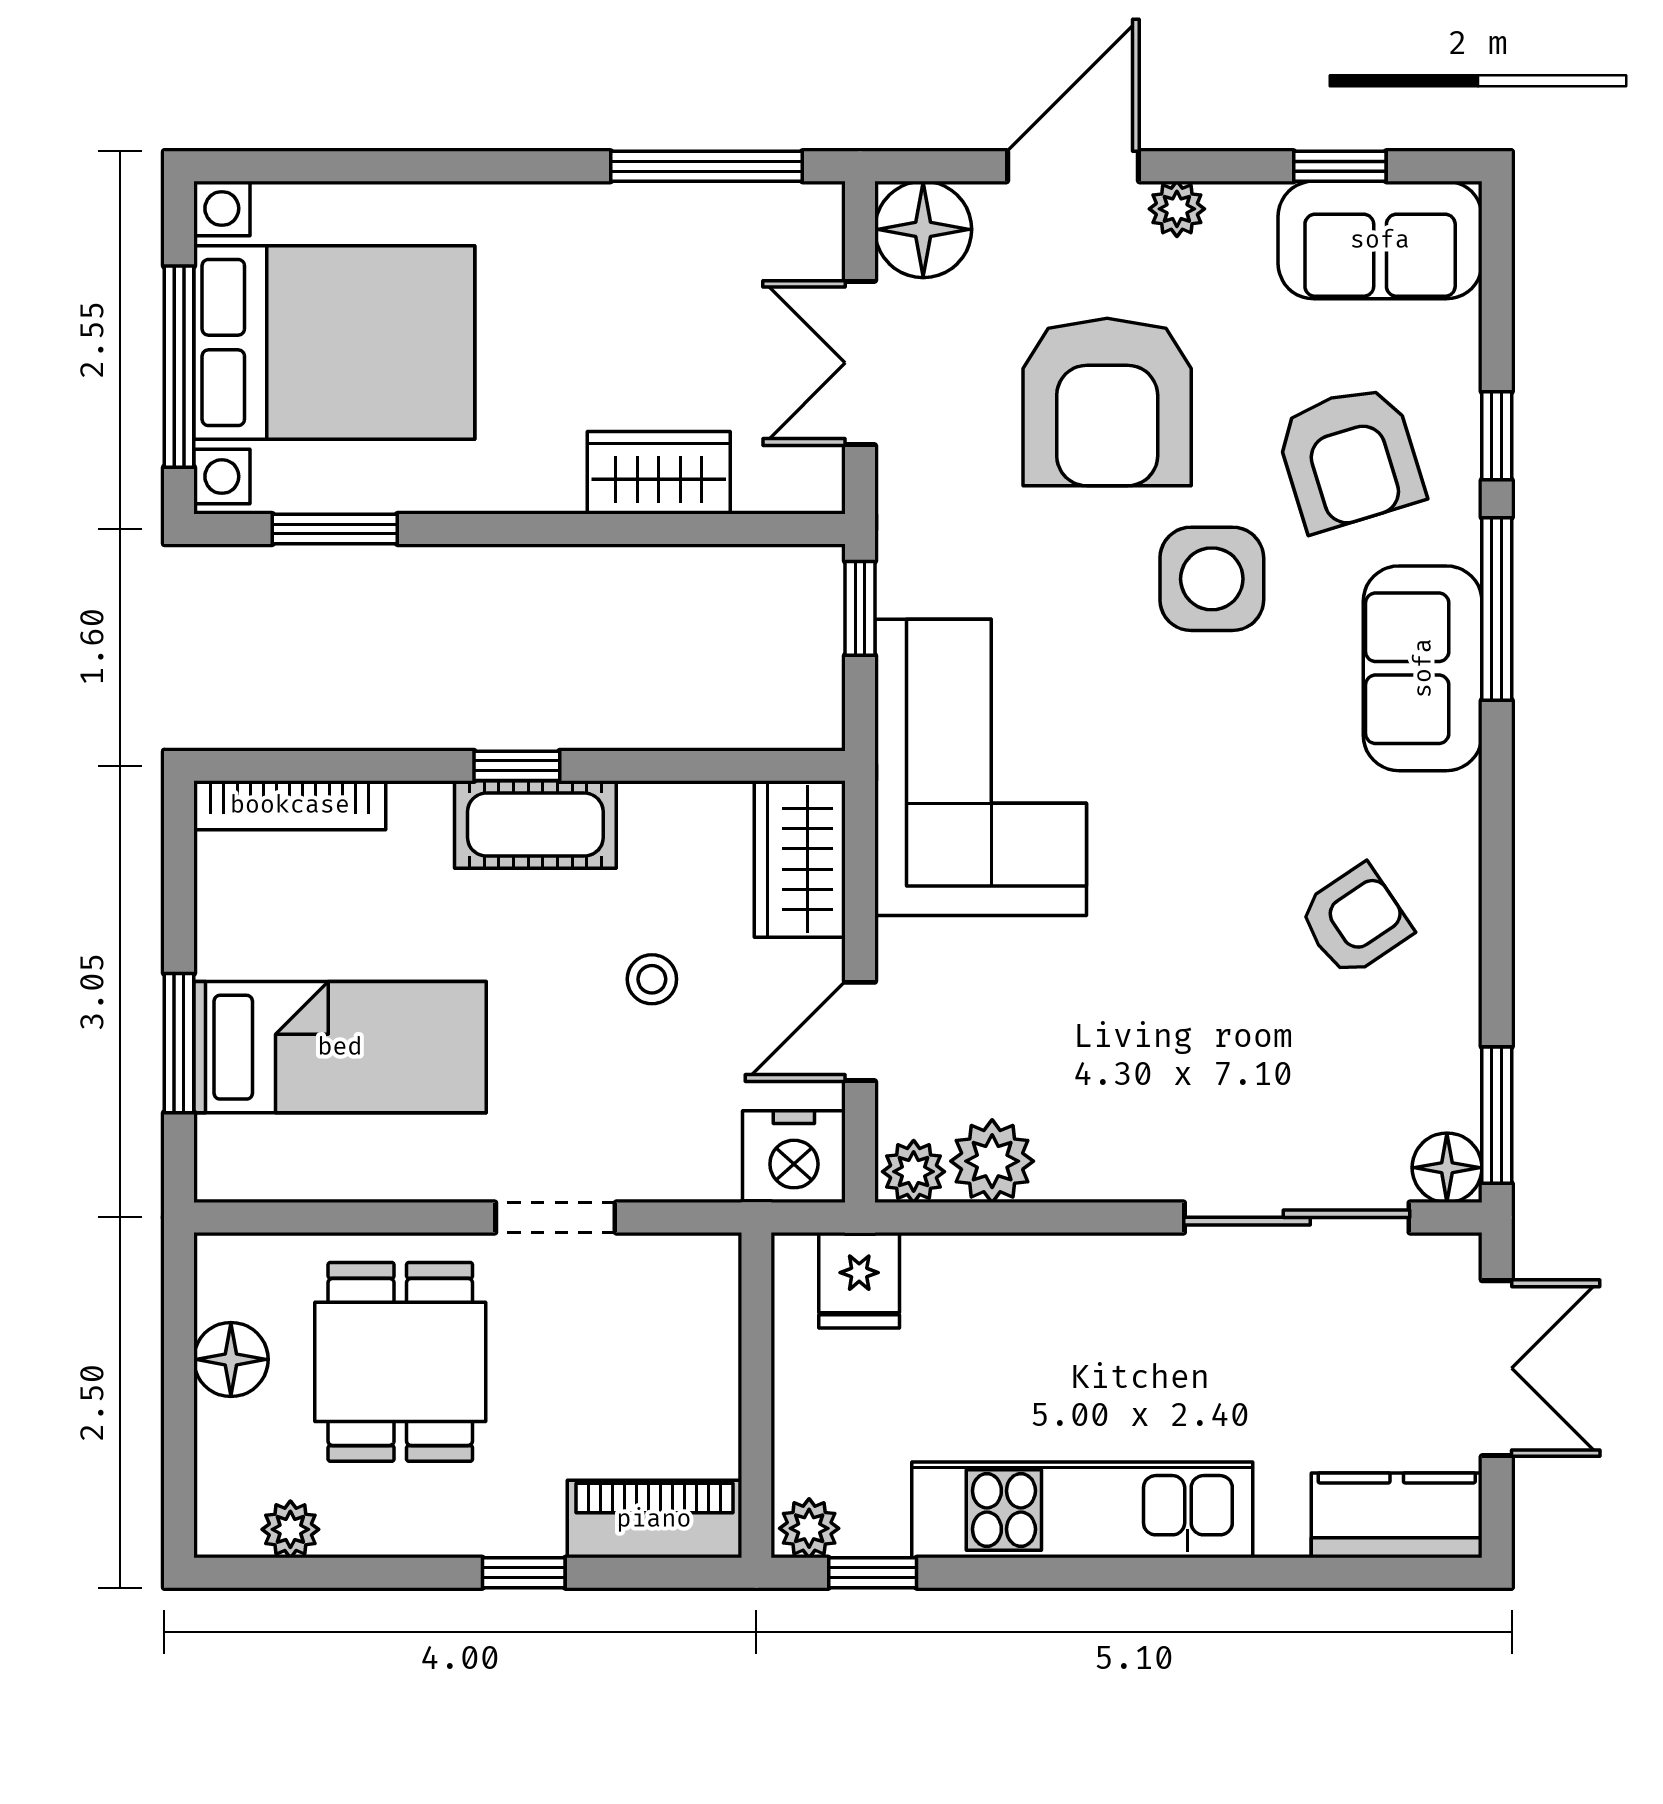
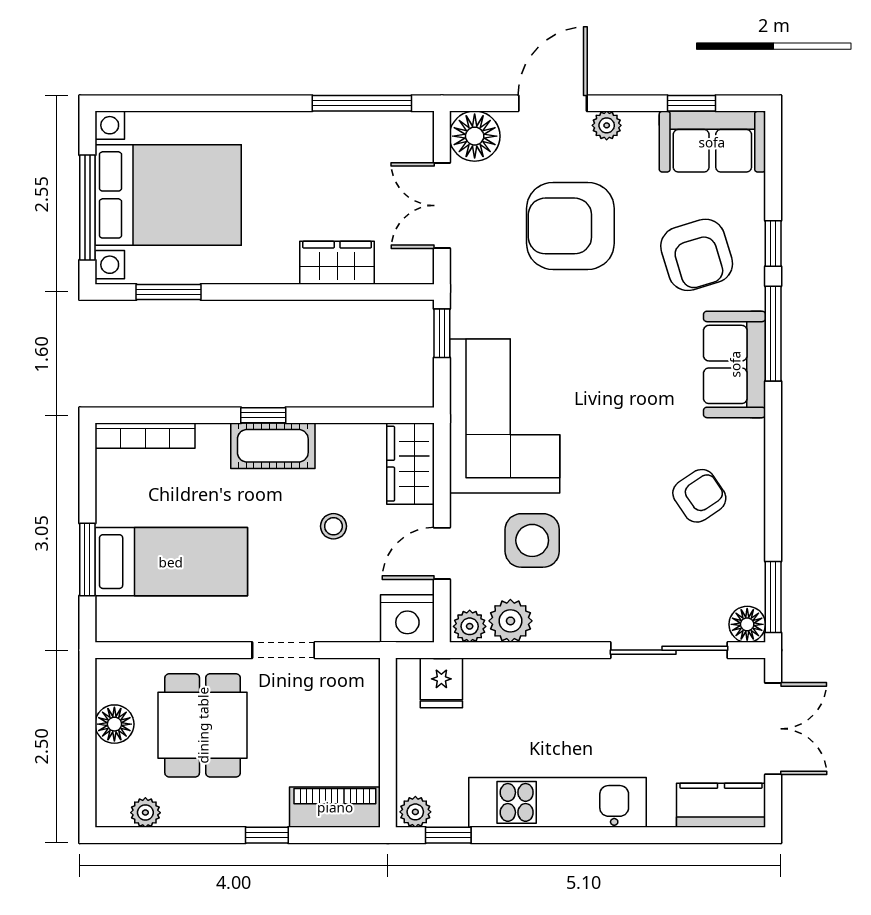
armchair: (1107, 402) -> (570, 226), turned 90
side table: (1212, 579) -> (532, 540), moved

